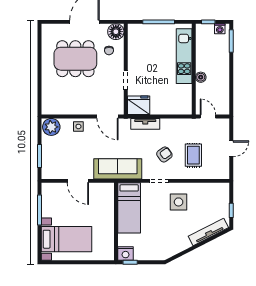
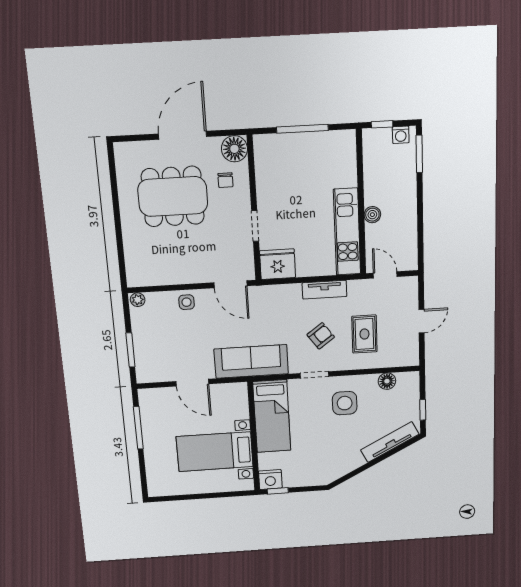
kitchen unit: (184, 56) -> (347, 232), moved
tv unit: (145, 124) -> (325, 290), moved
plant: (51, 127) -> (138, 300), width x0.53, depth x0.53
floor lamp: (207, 188) -> (387, 381), added
bed with nightstands: (66, 239) -> (215, 452), moved, turned 180

